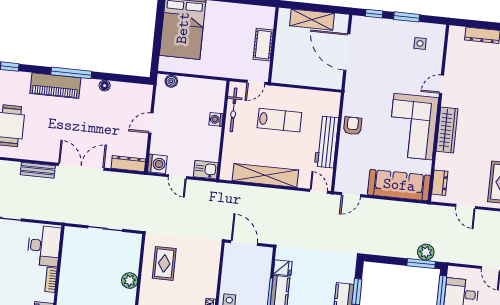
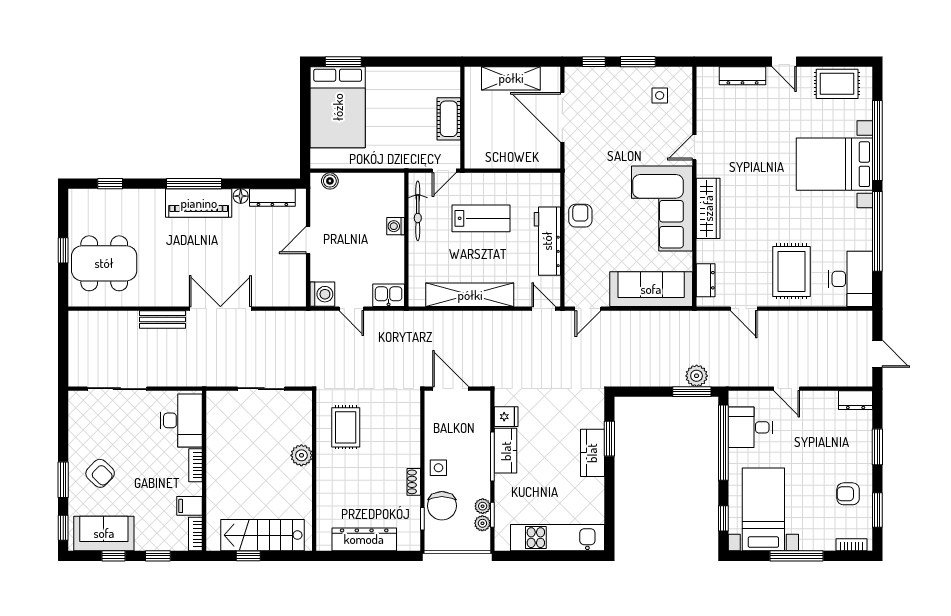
piano: (55, 86) -> (199, 203), moved
dresser: (128, 164) -> (272, 198), moved, turned 180

